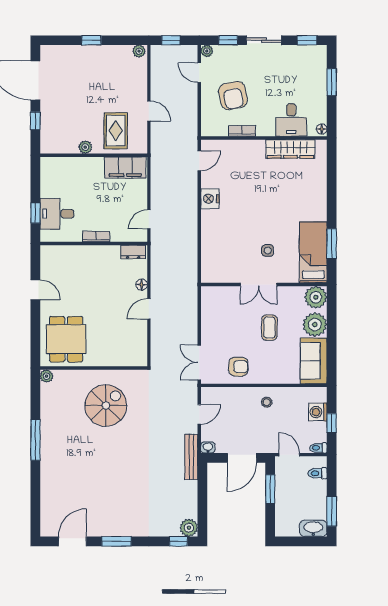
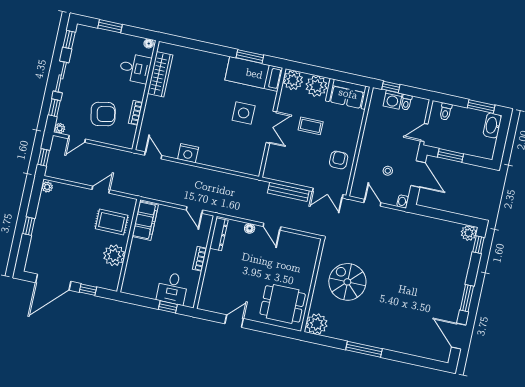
plant: (85, 147) -> (114, 255), width x1.88, depth x1.88
side table: (268, 250) -> (244, 113), width x1.87, depth x1.87
dresser: (133, 252) -> (219, 234), width x1.44
plant: (47, 376) -> (317, 324), width x1.87, depth x1.87
stool: (267, 402) -> (388, 171), moved
window: (332, 423) -> (391, 87), moved
toilet: (318, 448) -> (406, 102), moved
bench: (191, 457) -> (288, 192), moved

